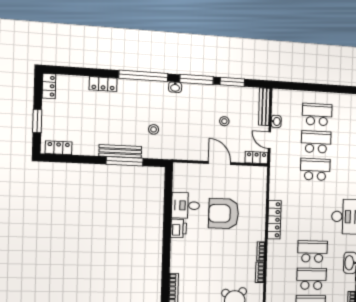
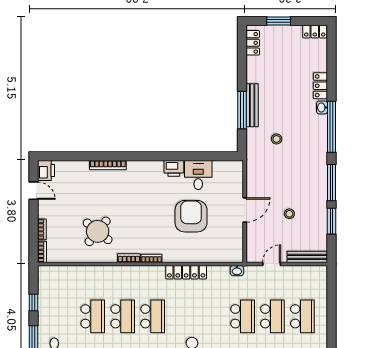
washbasin: (175, 87) -> (322, 108), moved
washbasin: (276, 121) -> (237, 271), moved
locker: (256, 158) -> (252, 250), removed

